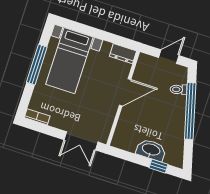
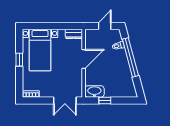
window: (37, 65) -> (19, 60), width x0.46
washbasin: (151, 150) -> (94, 91), moved
window: (159, 166) -> (105, 100), moved

